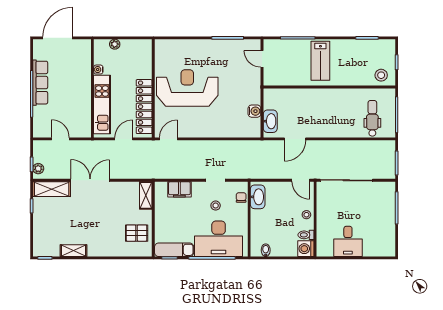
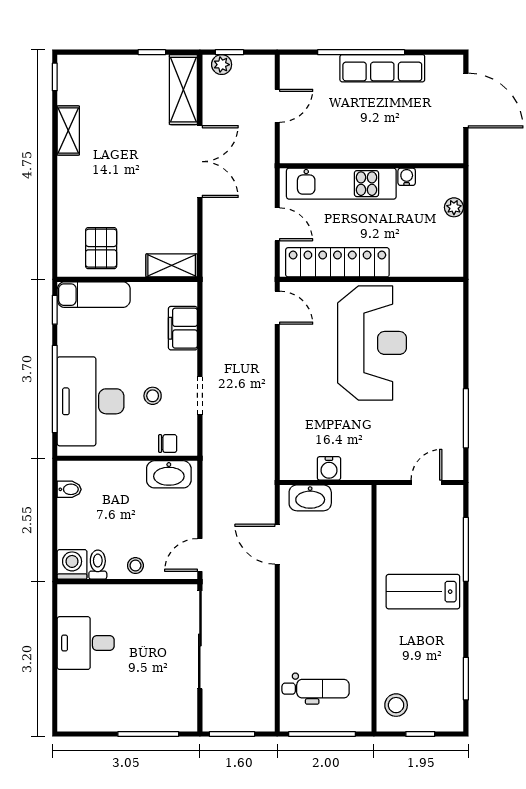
exam couch: (174, 250) -> (94, 295), moved, turned 90

